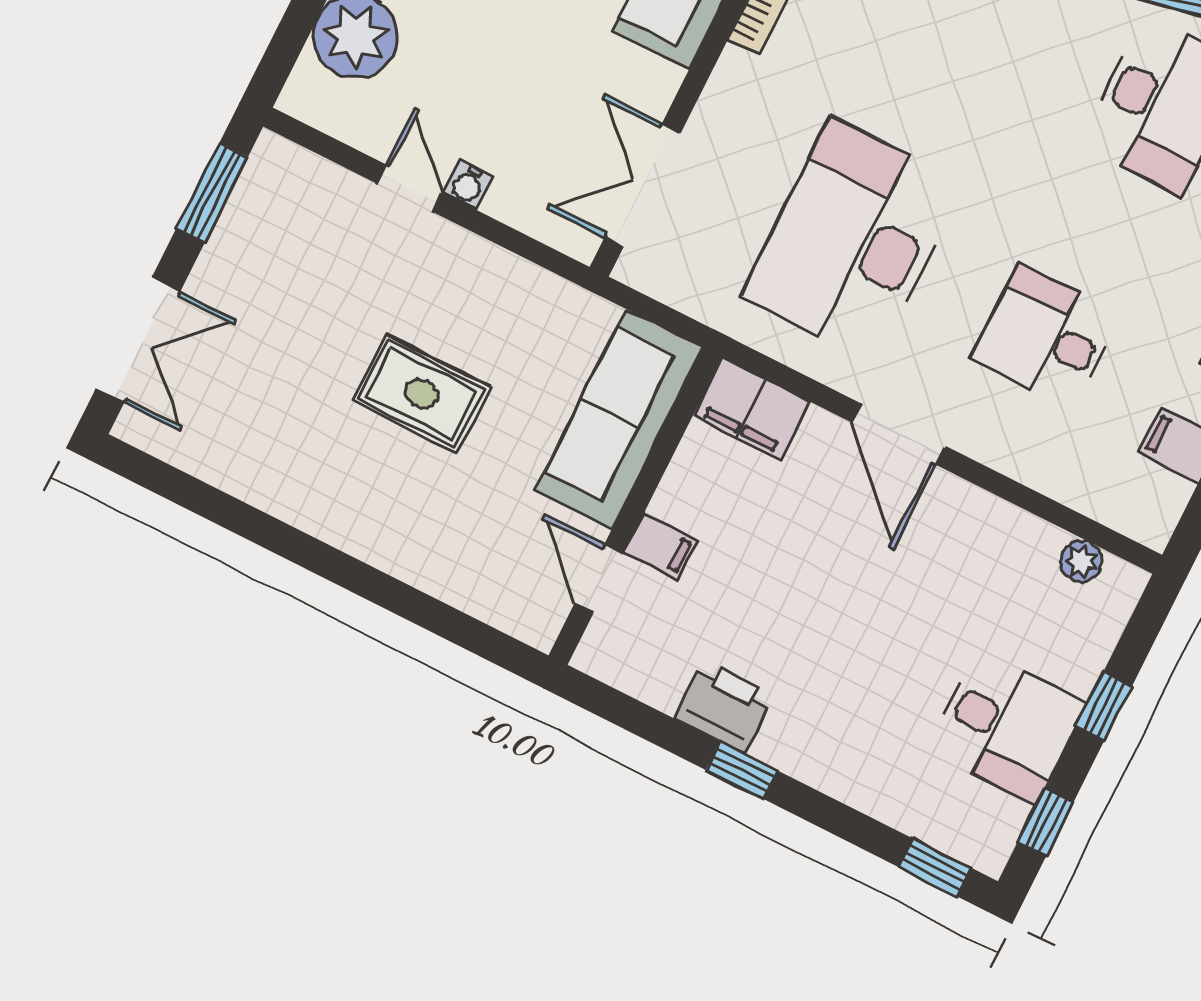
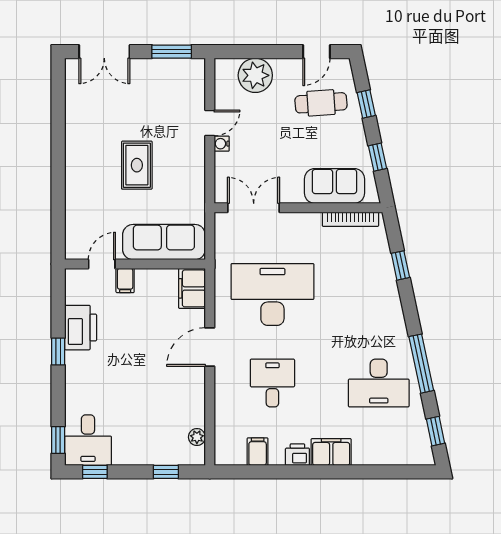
window: (1104, 706) -> (166, 472), moved
printer: (725, 707) -> (81, 328), width x1.37, depth x1.19
desk: (1007, 727) -> (88, 440), moved

